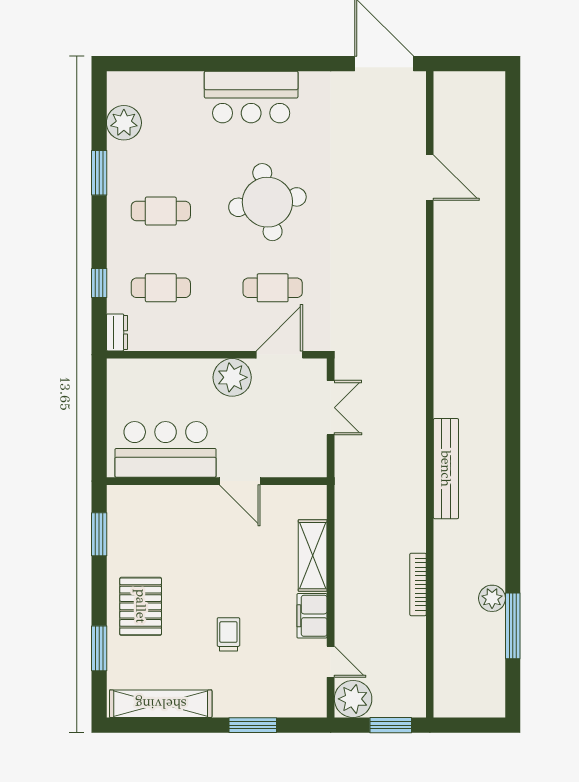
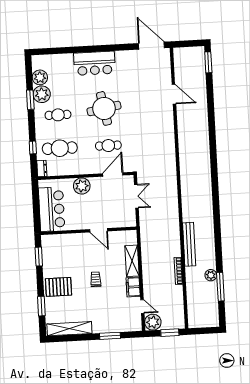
window: (513, 109) -> (208, 62), added
plant: (126, 162) -> (42, 94), added
cafe table: (161, 288) -> (60, 148), width x1.37, depth x1.35
plant: (232, 377) -> (82, 186), moved
bar counter: (166, 449) -> (52, 209), moved, turned 90
bench: (446, 469) -> (189, 244), moved
pallet: (141, 606) -> (58, 287), turned 90
trolley: (228, 634) -> (96, 279), moved

